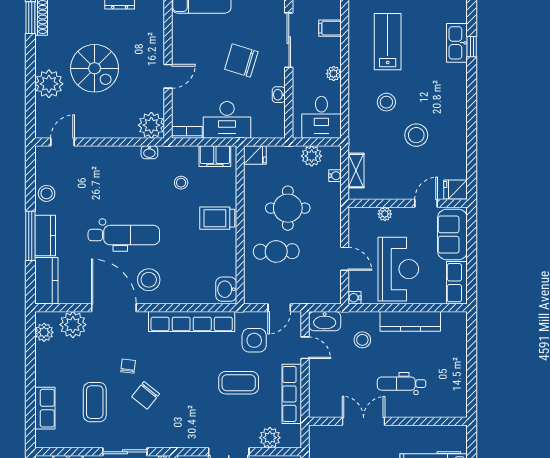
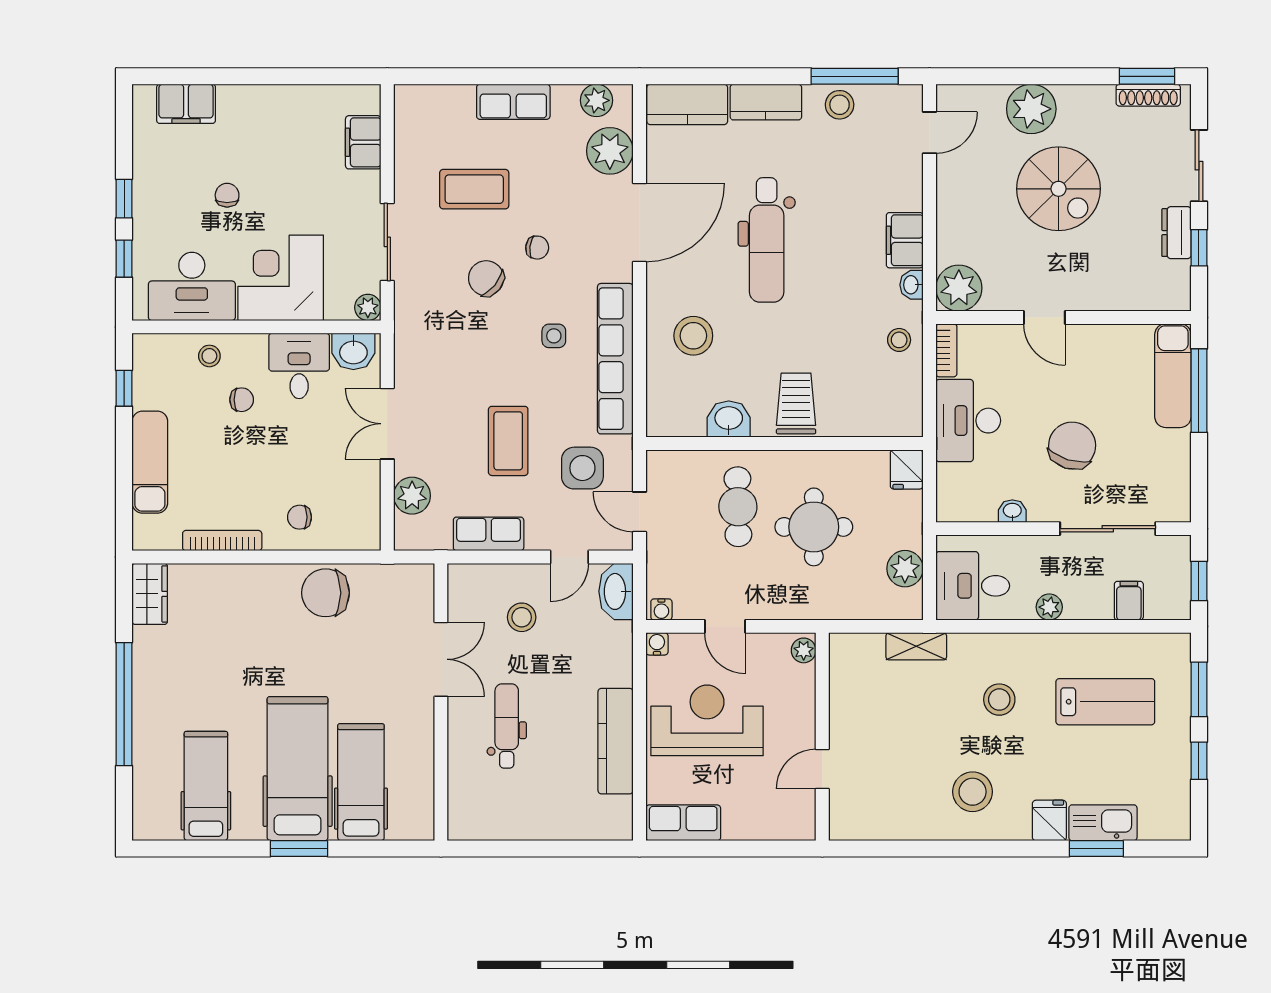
window: (472, 47) -> (1096, 849), width x1.50
spiral stairs: (95, 68) -> (1059, 189), turned -90
stool: (416, 135) -> (973, 792), moved
door: (63, 142) -> (929, 133), hinge flipped
filing cabinet: (215, 156) -> (905, 240), moved
shelving: (356, 171) -> (916, 646), moved
water cooler: (335, 176) -> (661, 609), moved
stool: (181, 183) -> (899, 340), moved
fridge: (456, 189) -> (1049, 820), moved
door: (426, 203) -> (822, 769), swing flipped
plant: (385, 214) -> (804, 650), moved
sofa: (452, 235) -> (768, 815), removed
window: (30, 236) -> (855, 76), moved
door: (345, 259) -> (725, 626), hinge flipped
reception desk: (398, 269) -> (707, 720), turned 180
stool: (149, 280) -> (693, 336), moved
washbasin: (226, 289) -> (729, 419), moved
stool: (362, 340) -> (522, 617), moved
side table: (179, 357) -> (554, 336), added
row of seats: (292, 394) -> (489, 534), width x0.68
row of seats: (45, 408) -> (513, 102), moved

